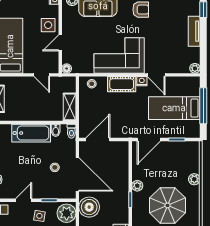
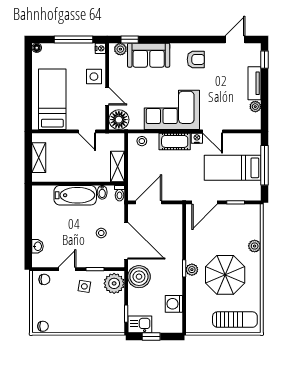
door: (60, 43) -> (107, 96), swing flipped
plant: (195, 68) -> (255, 107), moved
floor lamp: (67, 69) -> (119, 120), width x1.89, depth x1.89
plant: (137, 186) -> (192, 270), moved

